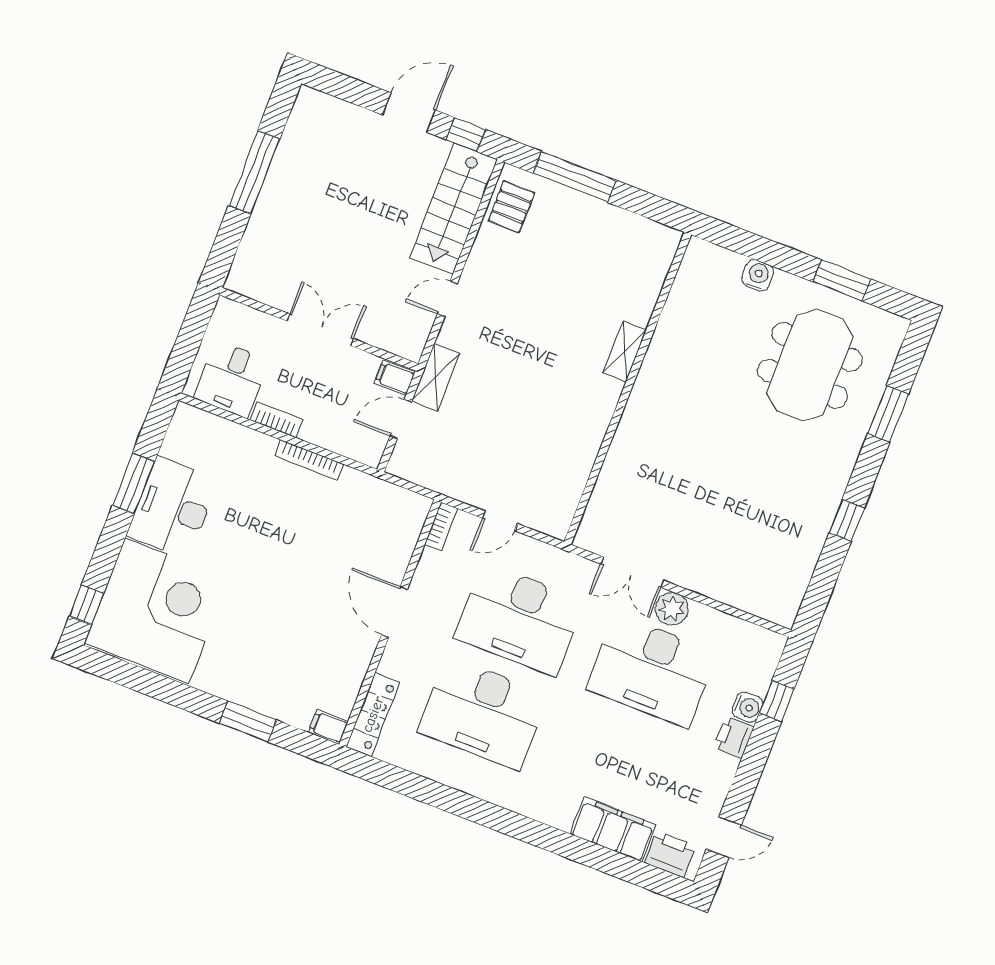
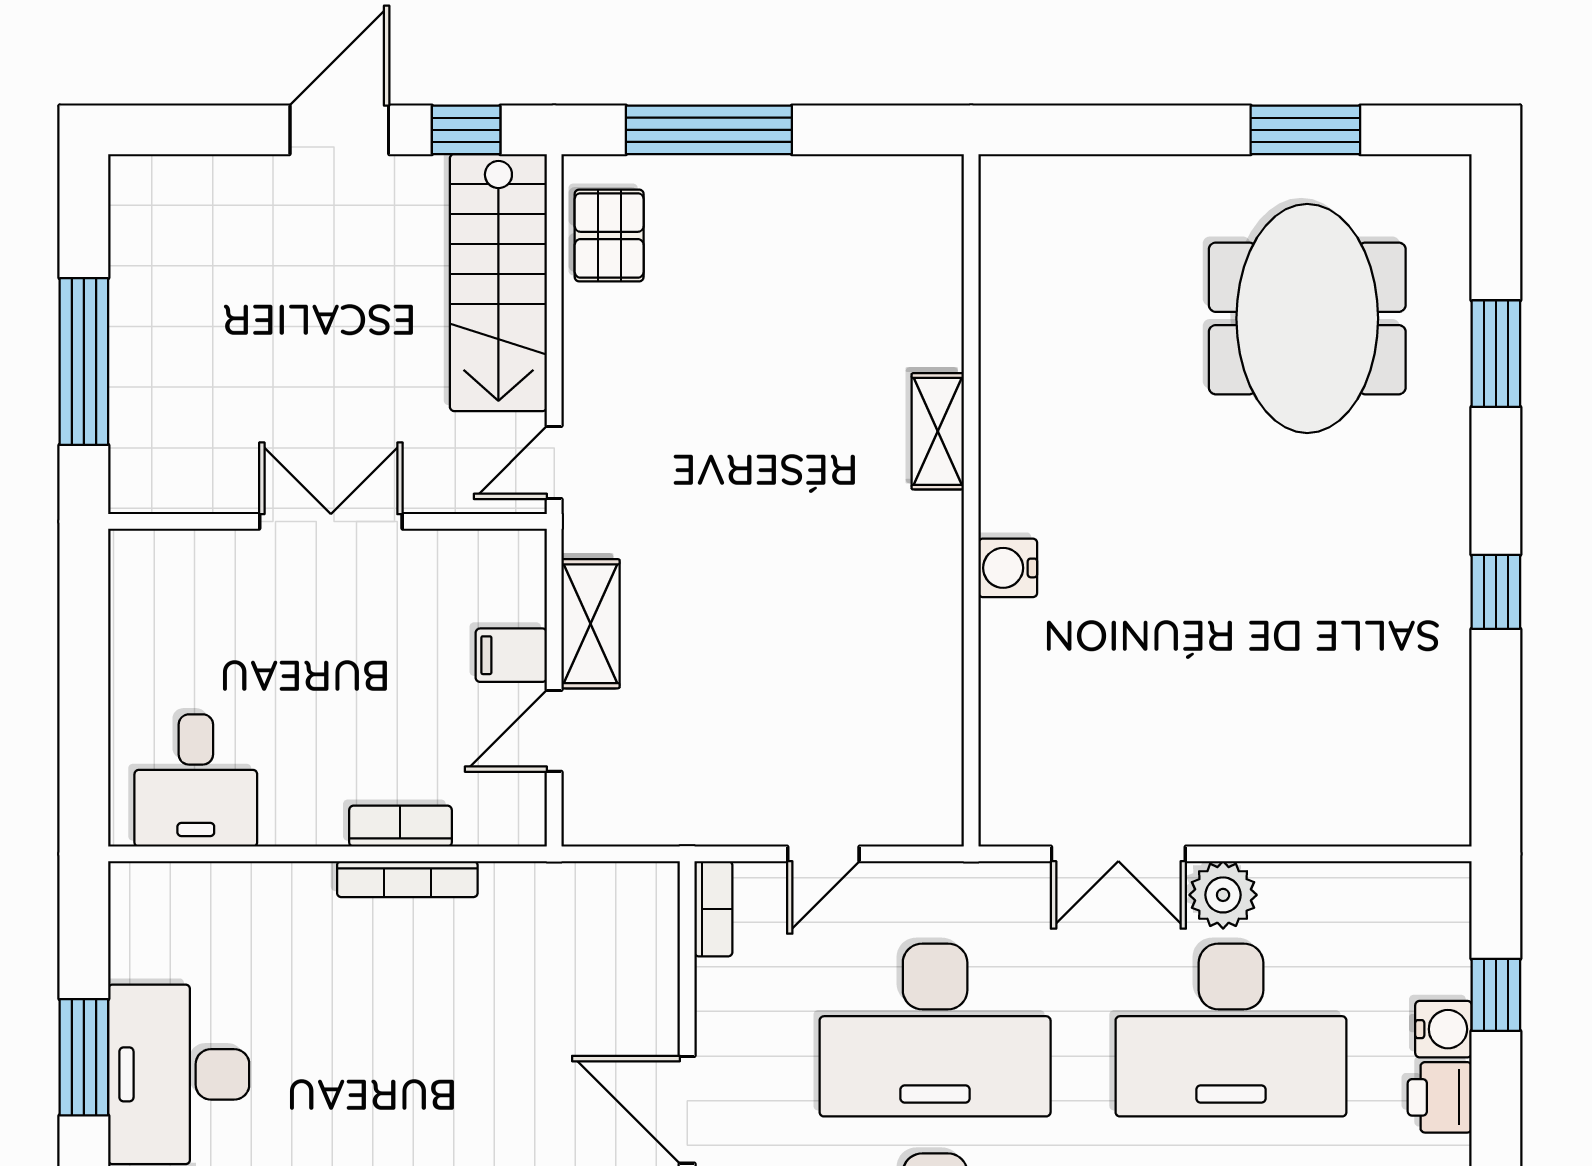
water cooler: (758, 275) -> (1008, 568), moved, turned -90
wall: (319, 329) -> (328, 521), moved
double door: (320, 330) -> (331, 521), moved
bookcase: (276, 420) -> (400, 826), moved

